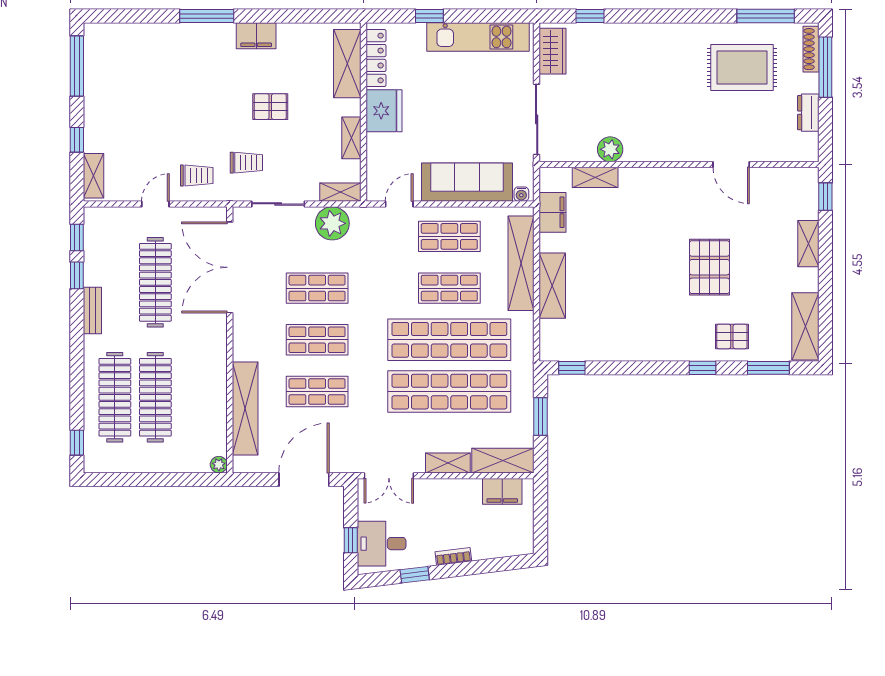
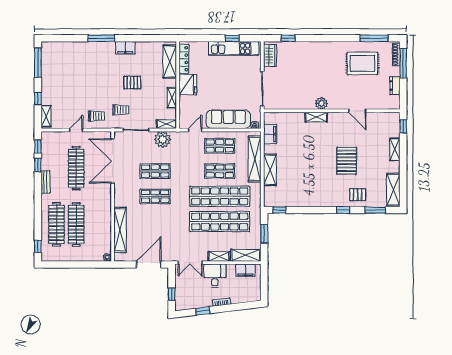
window: (429, 16) -> (232, 38), moved
plant: (610, 149) -> (321, 103), moved
shelving: (595, 177) -> (316, 117), moved
shop shelf: (317, 392) -> (155, 222), removed
desk: (382, 544) -> (215, 276), moved, turned 90

